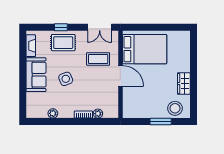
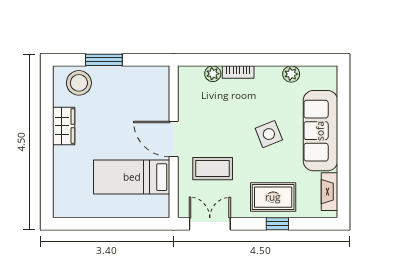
bed: (145, 49) -> (132, 177), width x0.67
sofa: (36, 75) -> (320, 131), width x1.36

